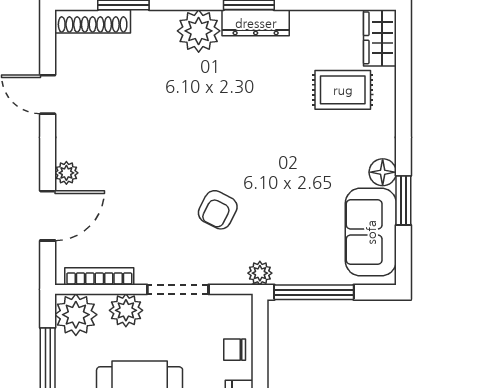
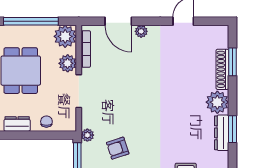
shoe rack: (93, 21) -> (222, 69), moved
armchair: (218, 210) -> (118, 148), moved, turned -45

